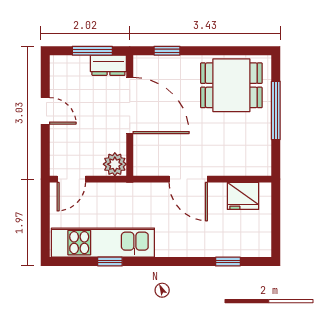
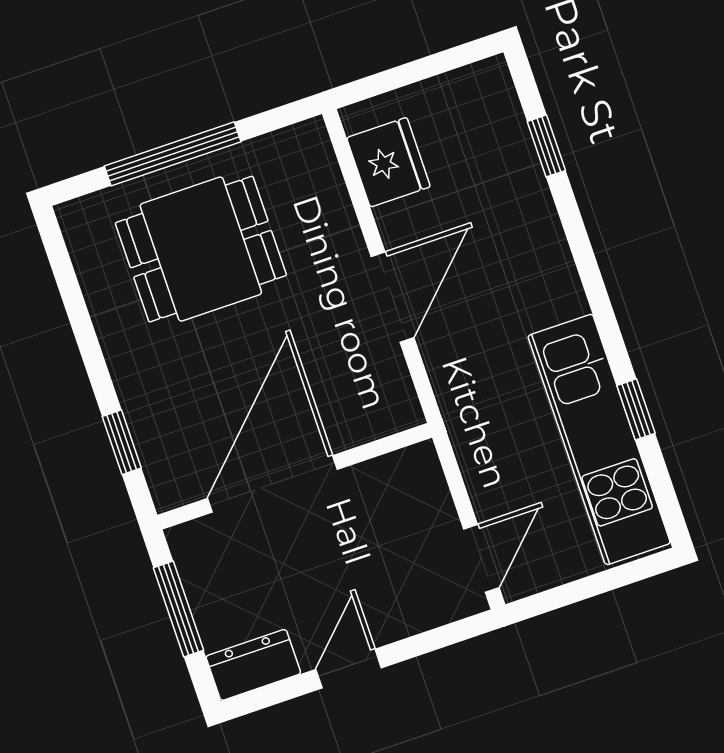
dresser: (108, 65) -> (253, 665), moved, turned -90
dining table: (231, 85) -> (201, 249), moved, turned 90
plant: (115, 164) -> (415, 472), removed
door: (71, 179) -> (481, 558), hinge flipped

